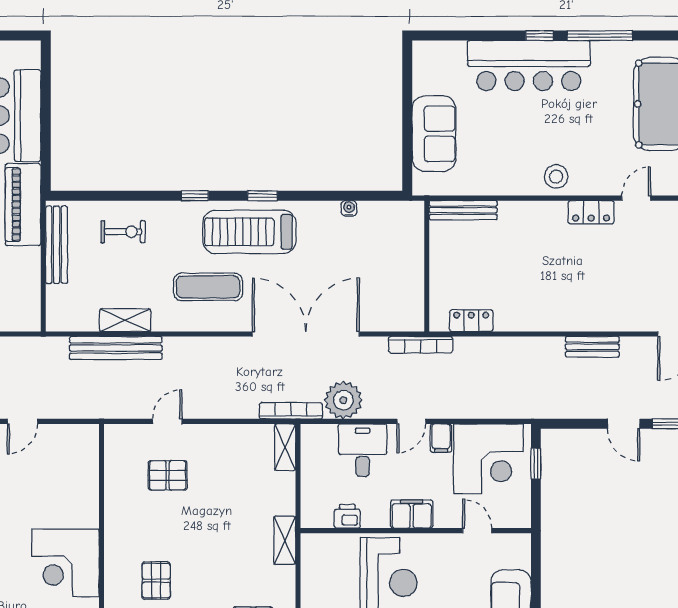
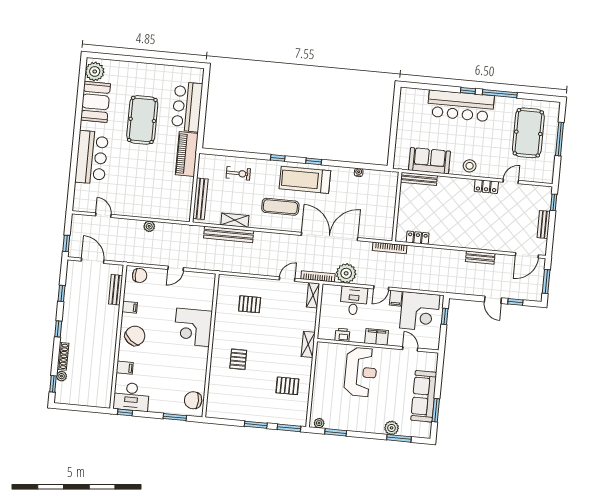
sofa: (434, 134) -> (429, 161), moved, turned -90
bench: (57, 245) -> (200, 199), moved
door: (167, 421) -> (287, 279), moved
corner desk: (65, 563) -> (193, 327), moved

